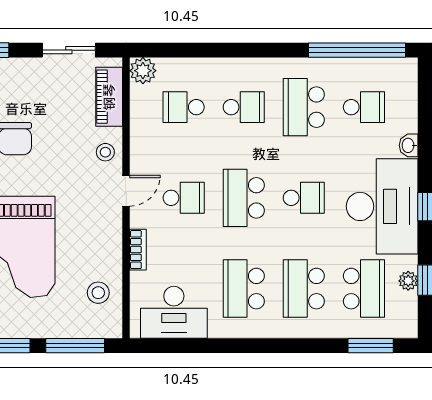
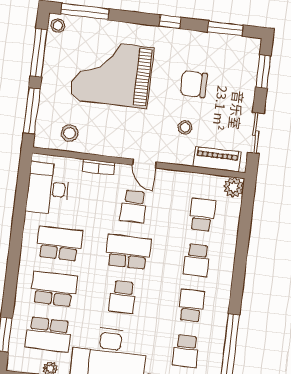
school desk: (304, 107) -> (191, 306), width x0.54
stool: (105, 152) -> (185, 127), moved

